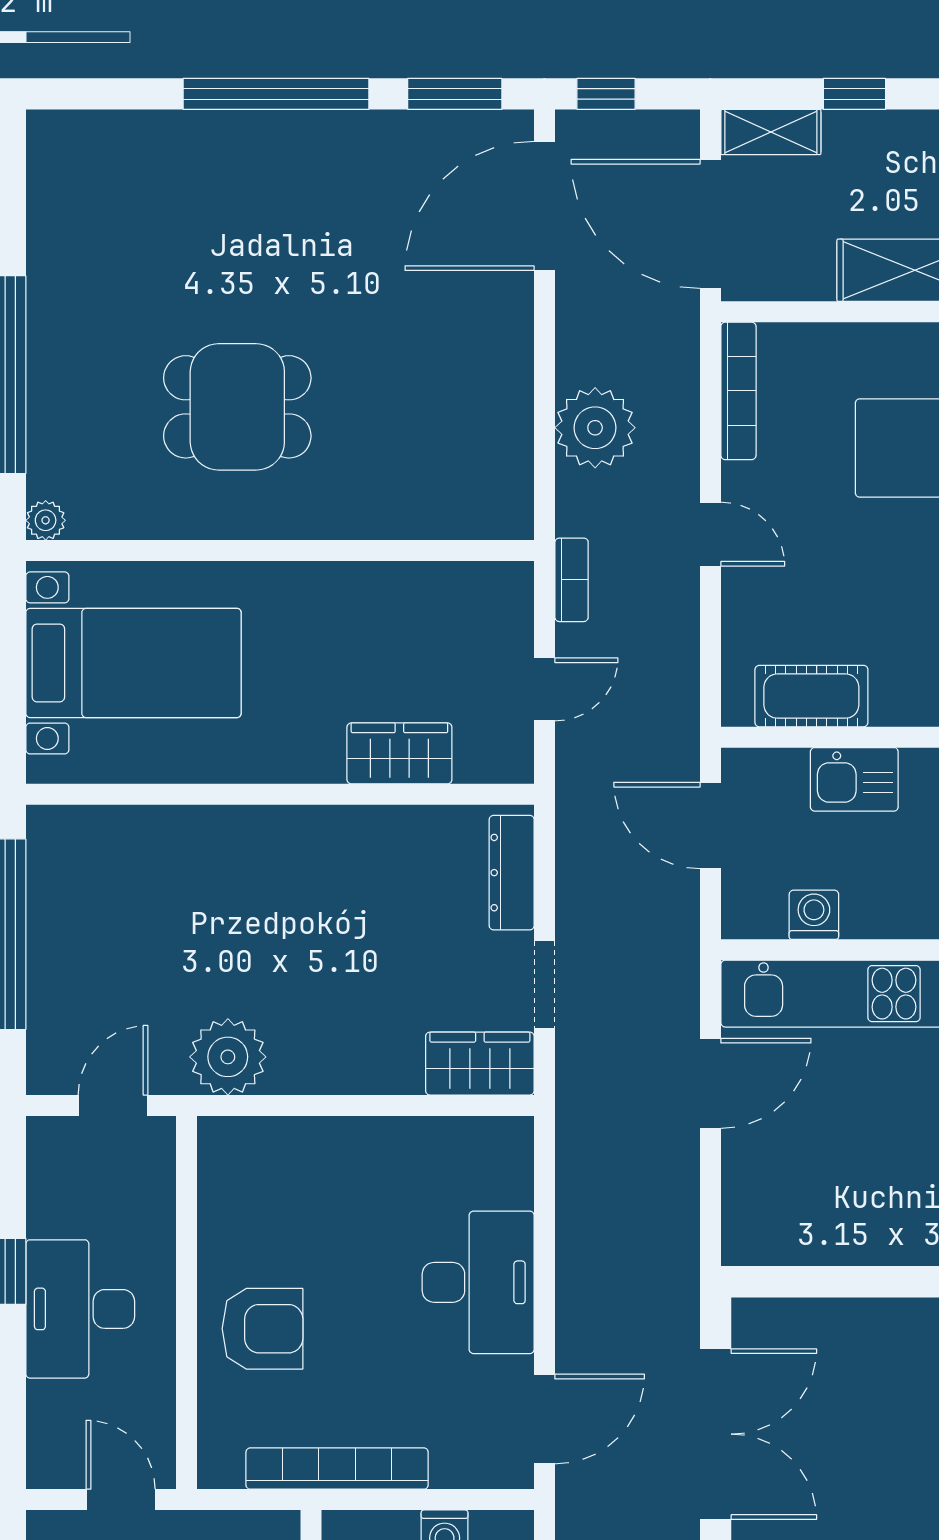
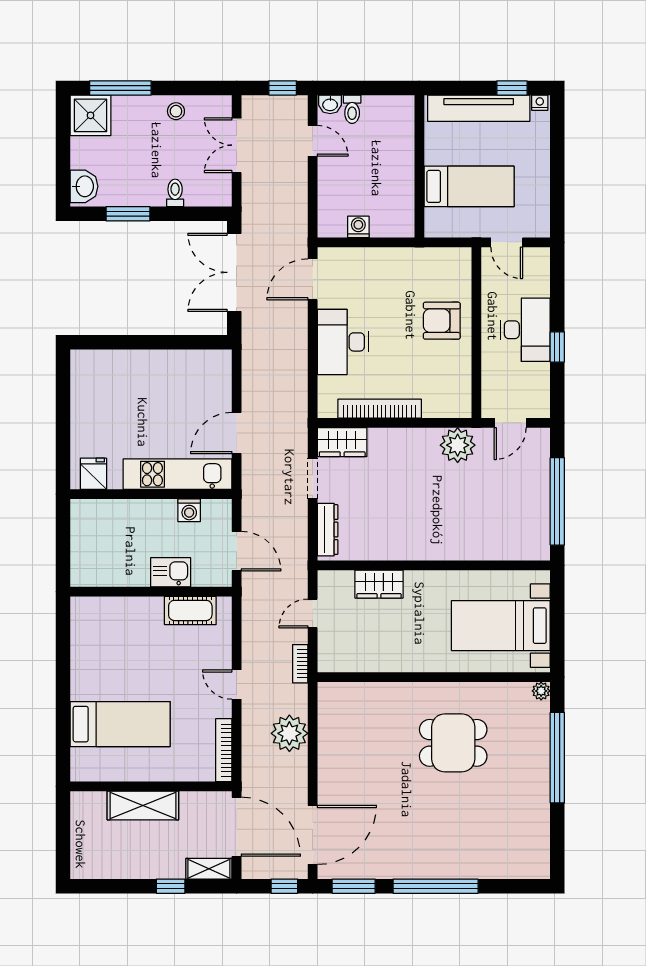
bookcase: (337, 1469) -> (380, 409), moved, turned 180

